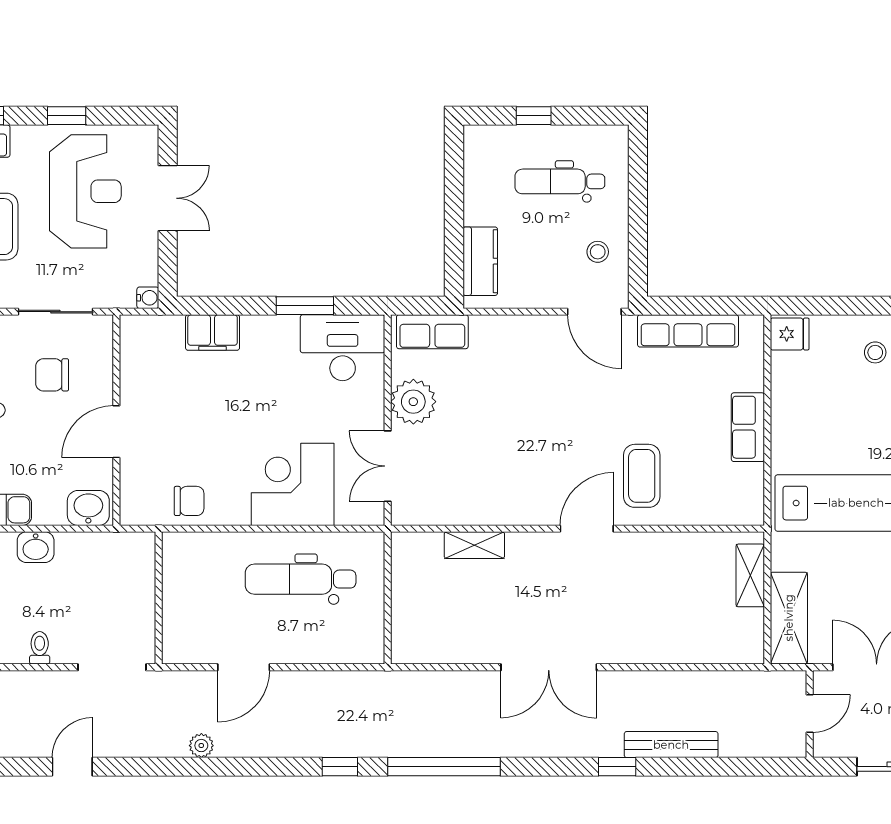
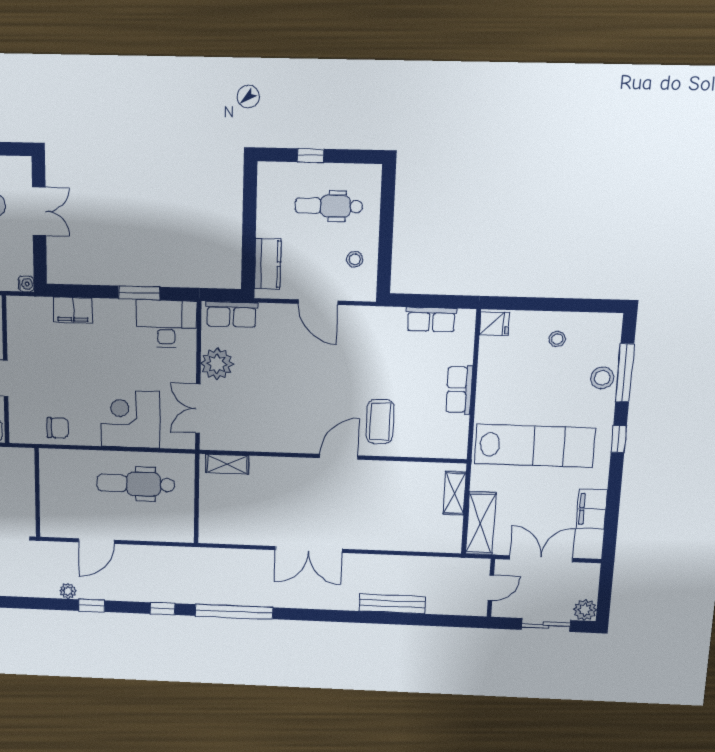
door: (594, 312) -> (318, 302), moved
row of seats: (688, 331) -> (431, 320), width x0.68
shelving: (474, 545) -> (227, 464), moved
window: (617, 767) -> (92, 606), moved

